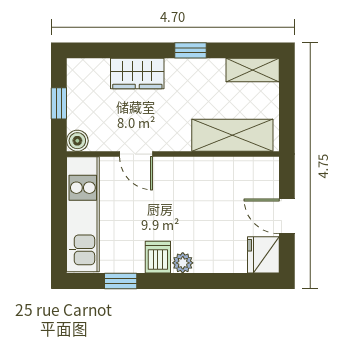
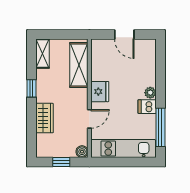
door: (287, 216) -> (124, 34), hinge flipped
fridge: (263, 255) -> (100, 92), moved, turned -90
window: (121, 281) -> (160, 127), width x2.17

